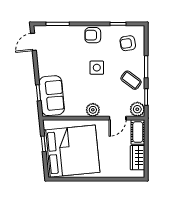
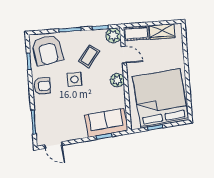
armchair: (93, 35) -> (42, 86), turned -90
armchair: (128, 43) -> (48, 50), width x1.88, depth x1.88
coffee table: (131, 80) -> (89, 56), moved

